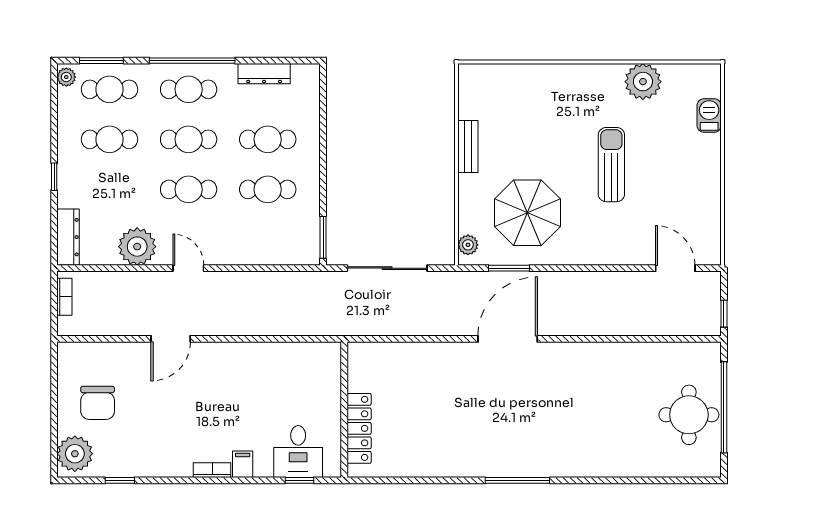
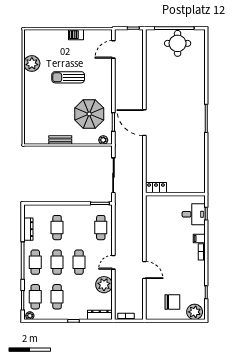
barbecue: (709, 116) -> (76, 35), moved
cafe table: (268, 189) -> (101, 228), moved
locker: (359, 428) -> (156, 188), moved, width x0.66

